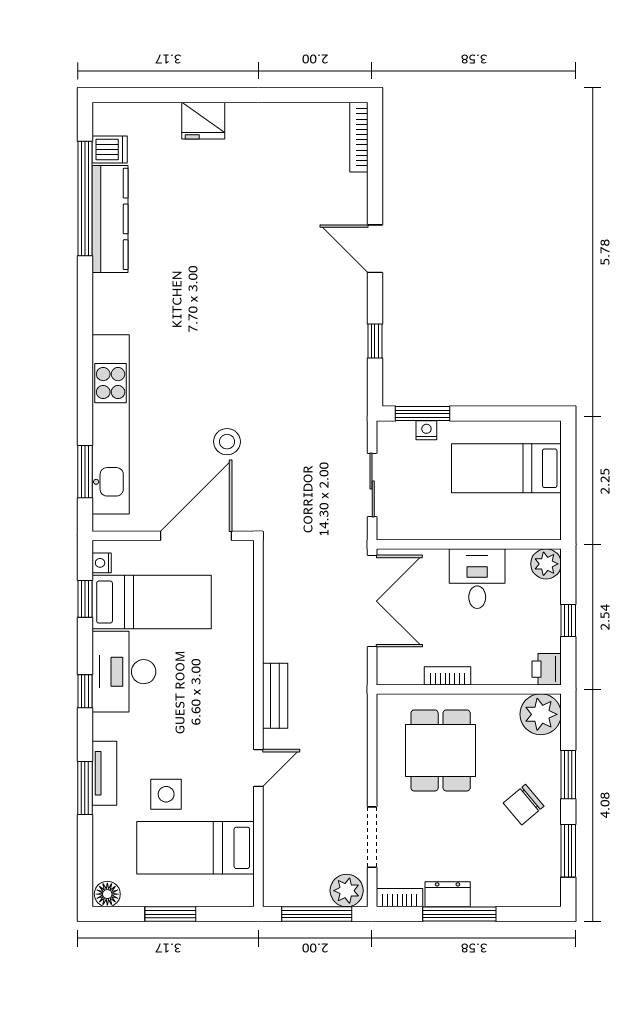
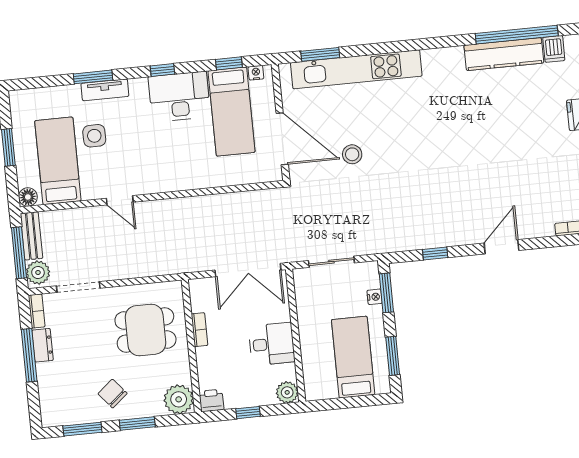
window: (510, 414) -> (393, 356), added
bench: (275, 696) -> (31, 236), moved, turned 90
floor lamp: (107, 894) -> (28, 197), moved

